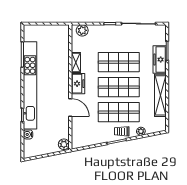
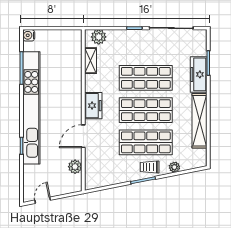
shelving: (76, 63) -> (90, 61), moved
door: (70, 107) -> (83, 136), swing flipped
water cooler: (28, 134) -> (29, 35), moved
plant: (64, 144) -> (75, 167), moved
door: (39, 157) -> (43, 200), added

